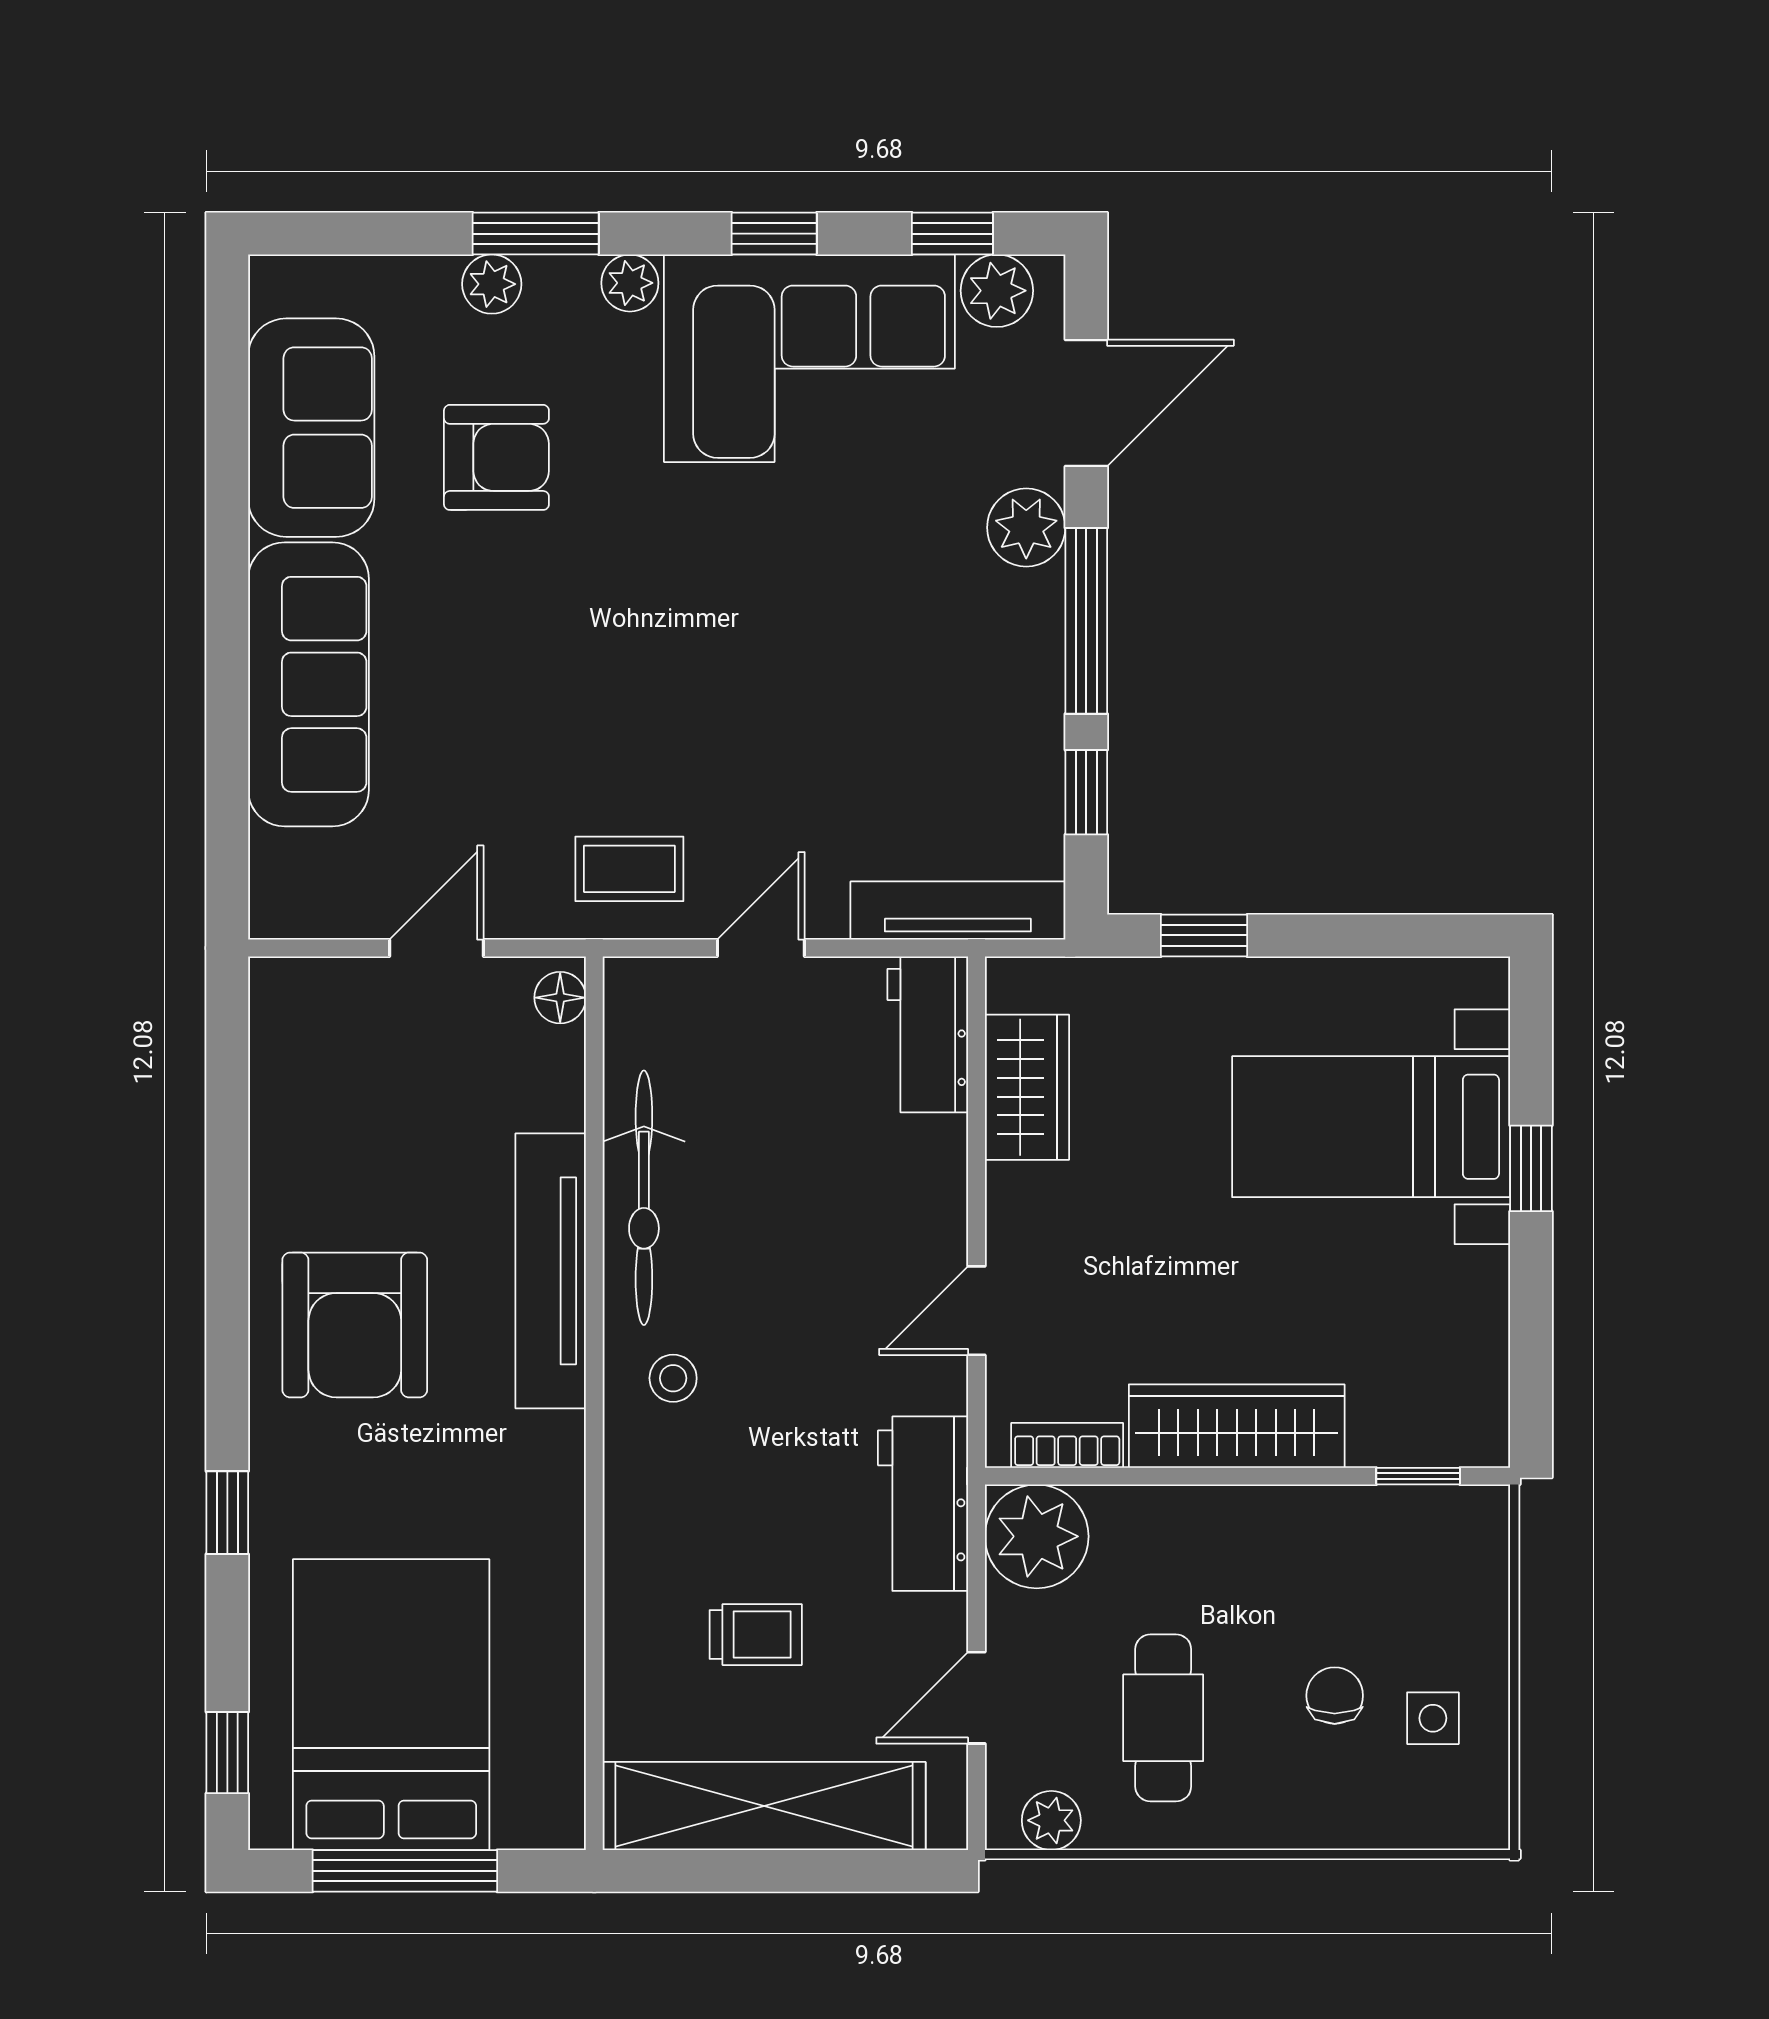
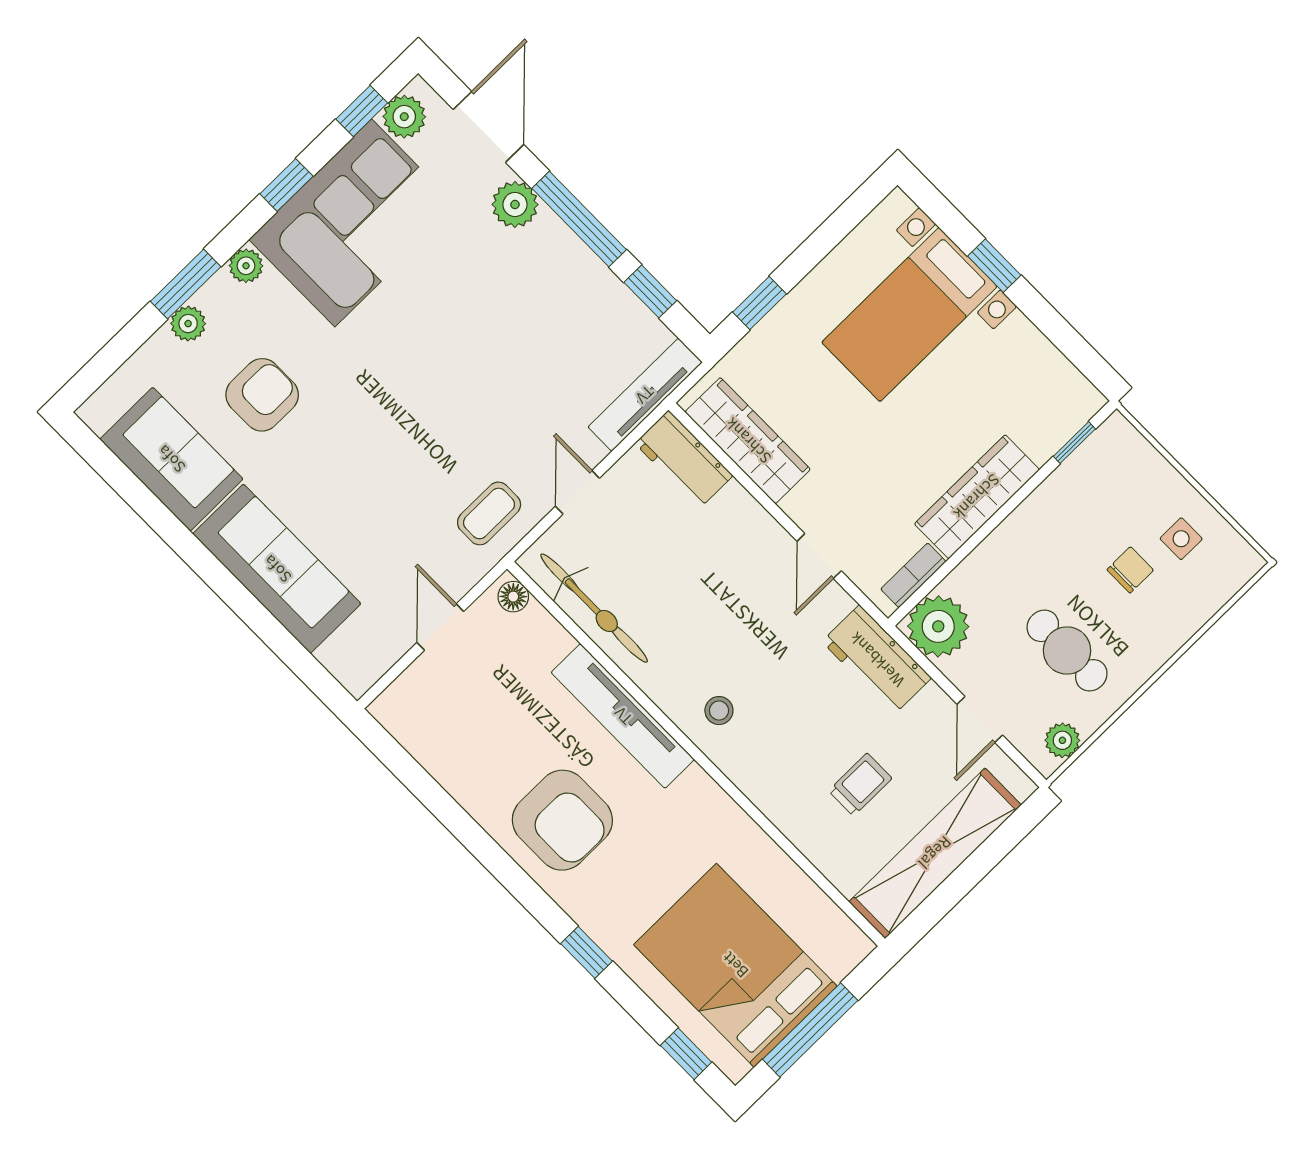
wardrobe: (1027, 1087) -> (748, 441), width x1.50
bicycle: (644, 1198) -> (594, 608), moved
chair: (1335, 1696) -> (1130, 570), turned 90

